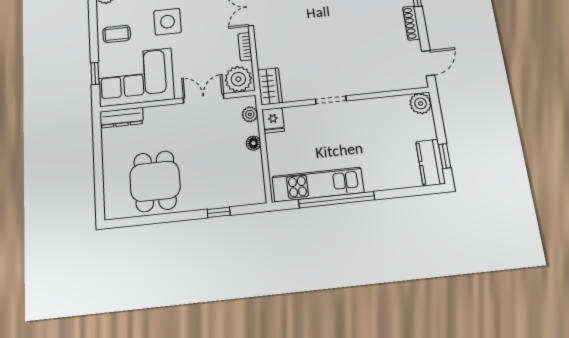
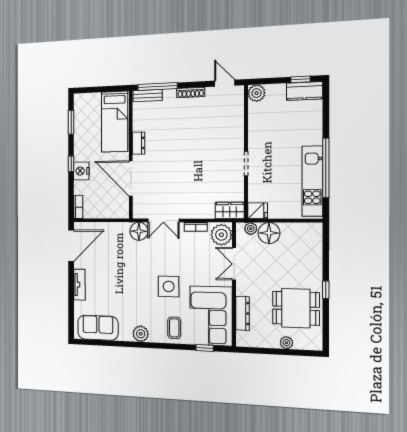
dresser: (122, 118) -> (242, 313), moved
floor lamp: (253, 143) -> (269, 233), width x1.89, depth x1.89
plant: (110, 174) -> (286, 343), added
window: (219, 212) -> (326, 290), moved

